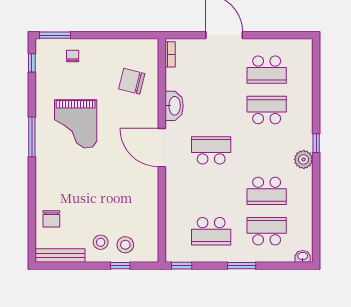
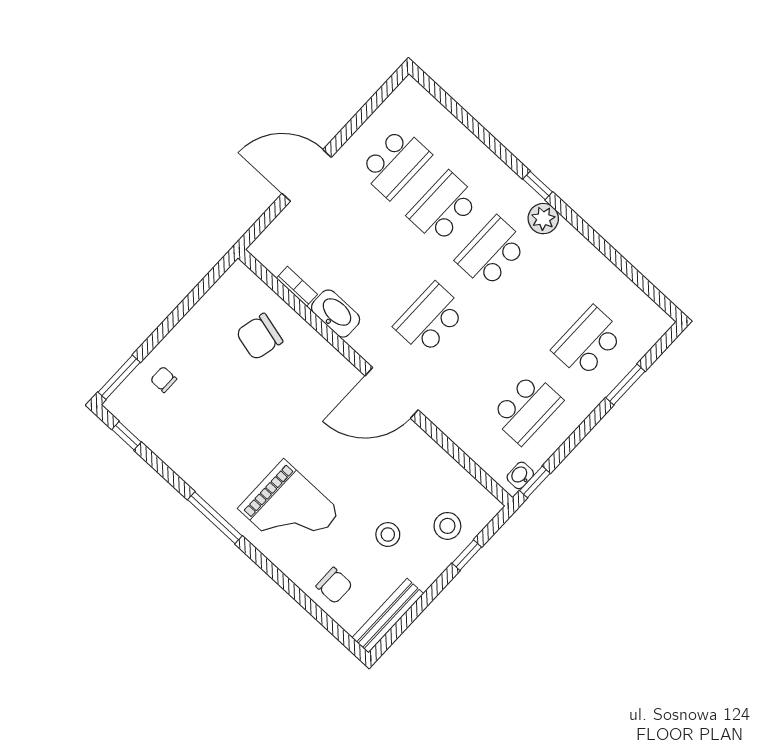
bookcase: (170, 54) -> (297, 286), moved
grand piano: (76, 124) -> (289, 510), moved
door: (162, 148) -> (392, 393), moved
school desk: (267, 191) -> (492, 252), moved, turned 180
stool: (101, 242) -> (388, 535), moved
washbasin: (303, 256) -> (520, 475), moved
window: (242, 266) -> (625, 385), moved

